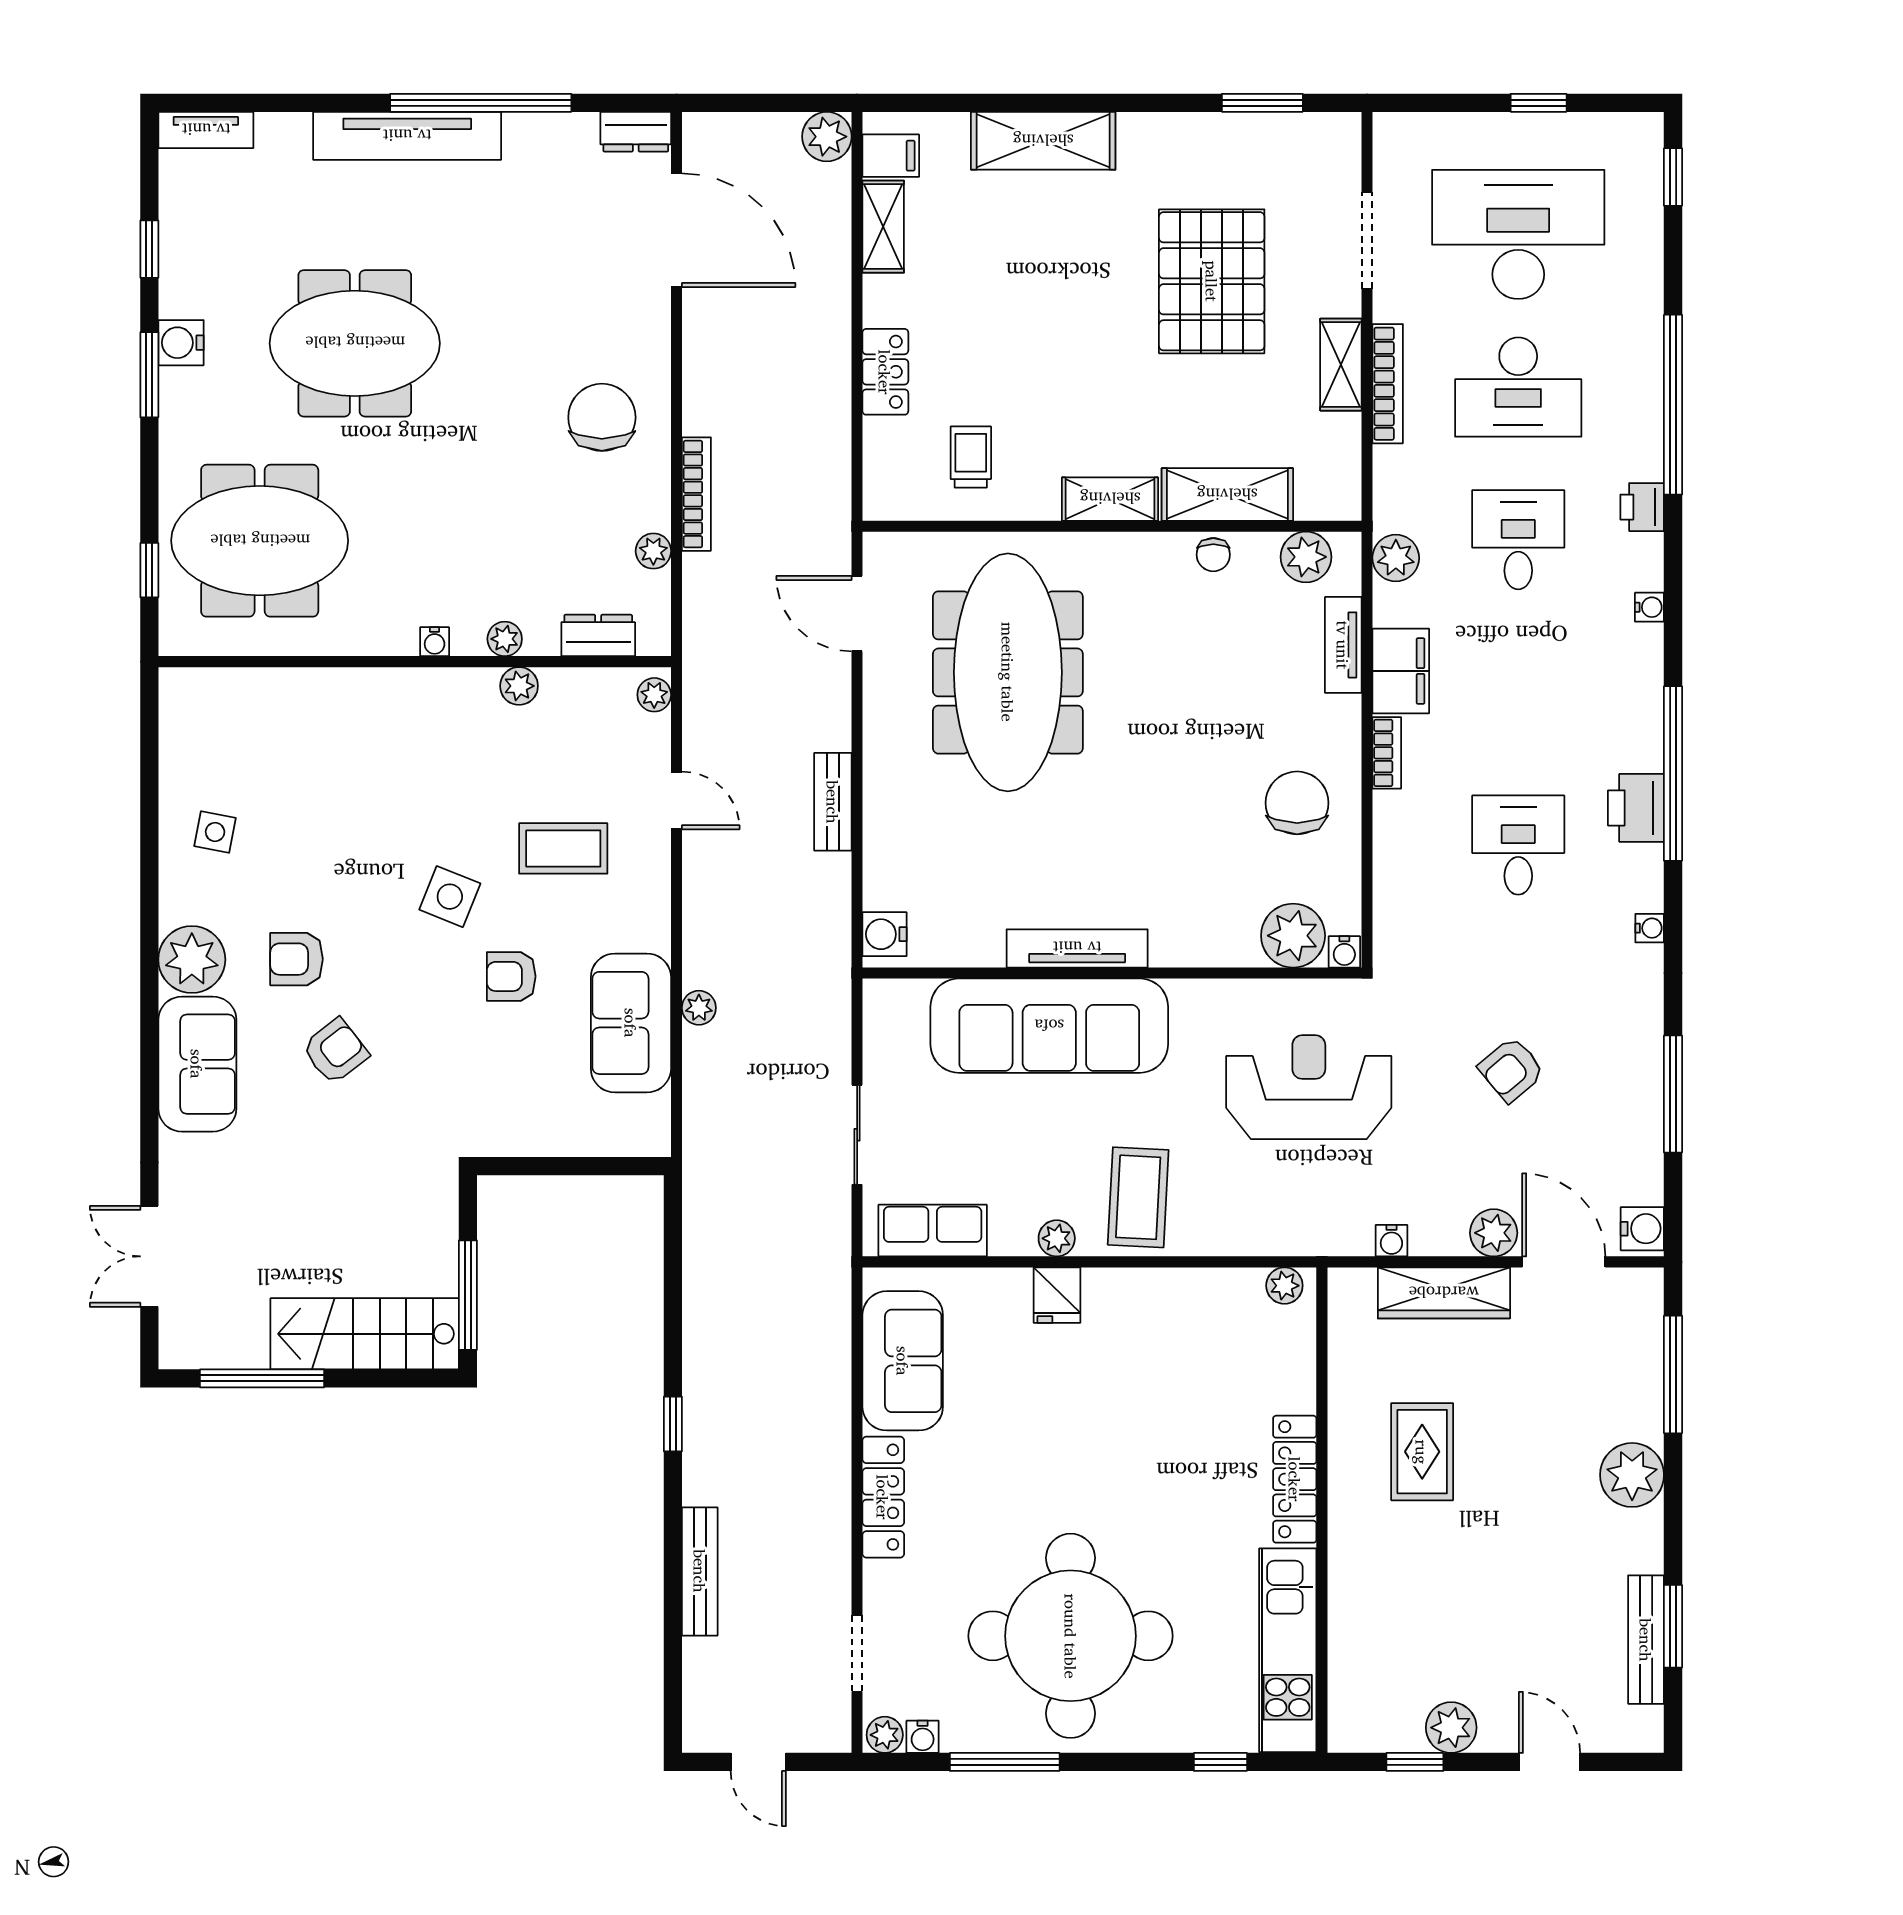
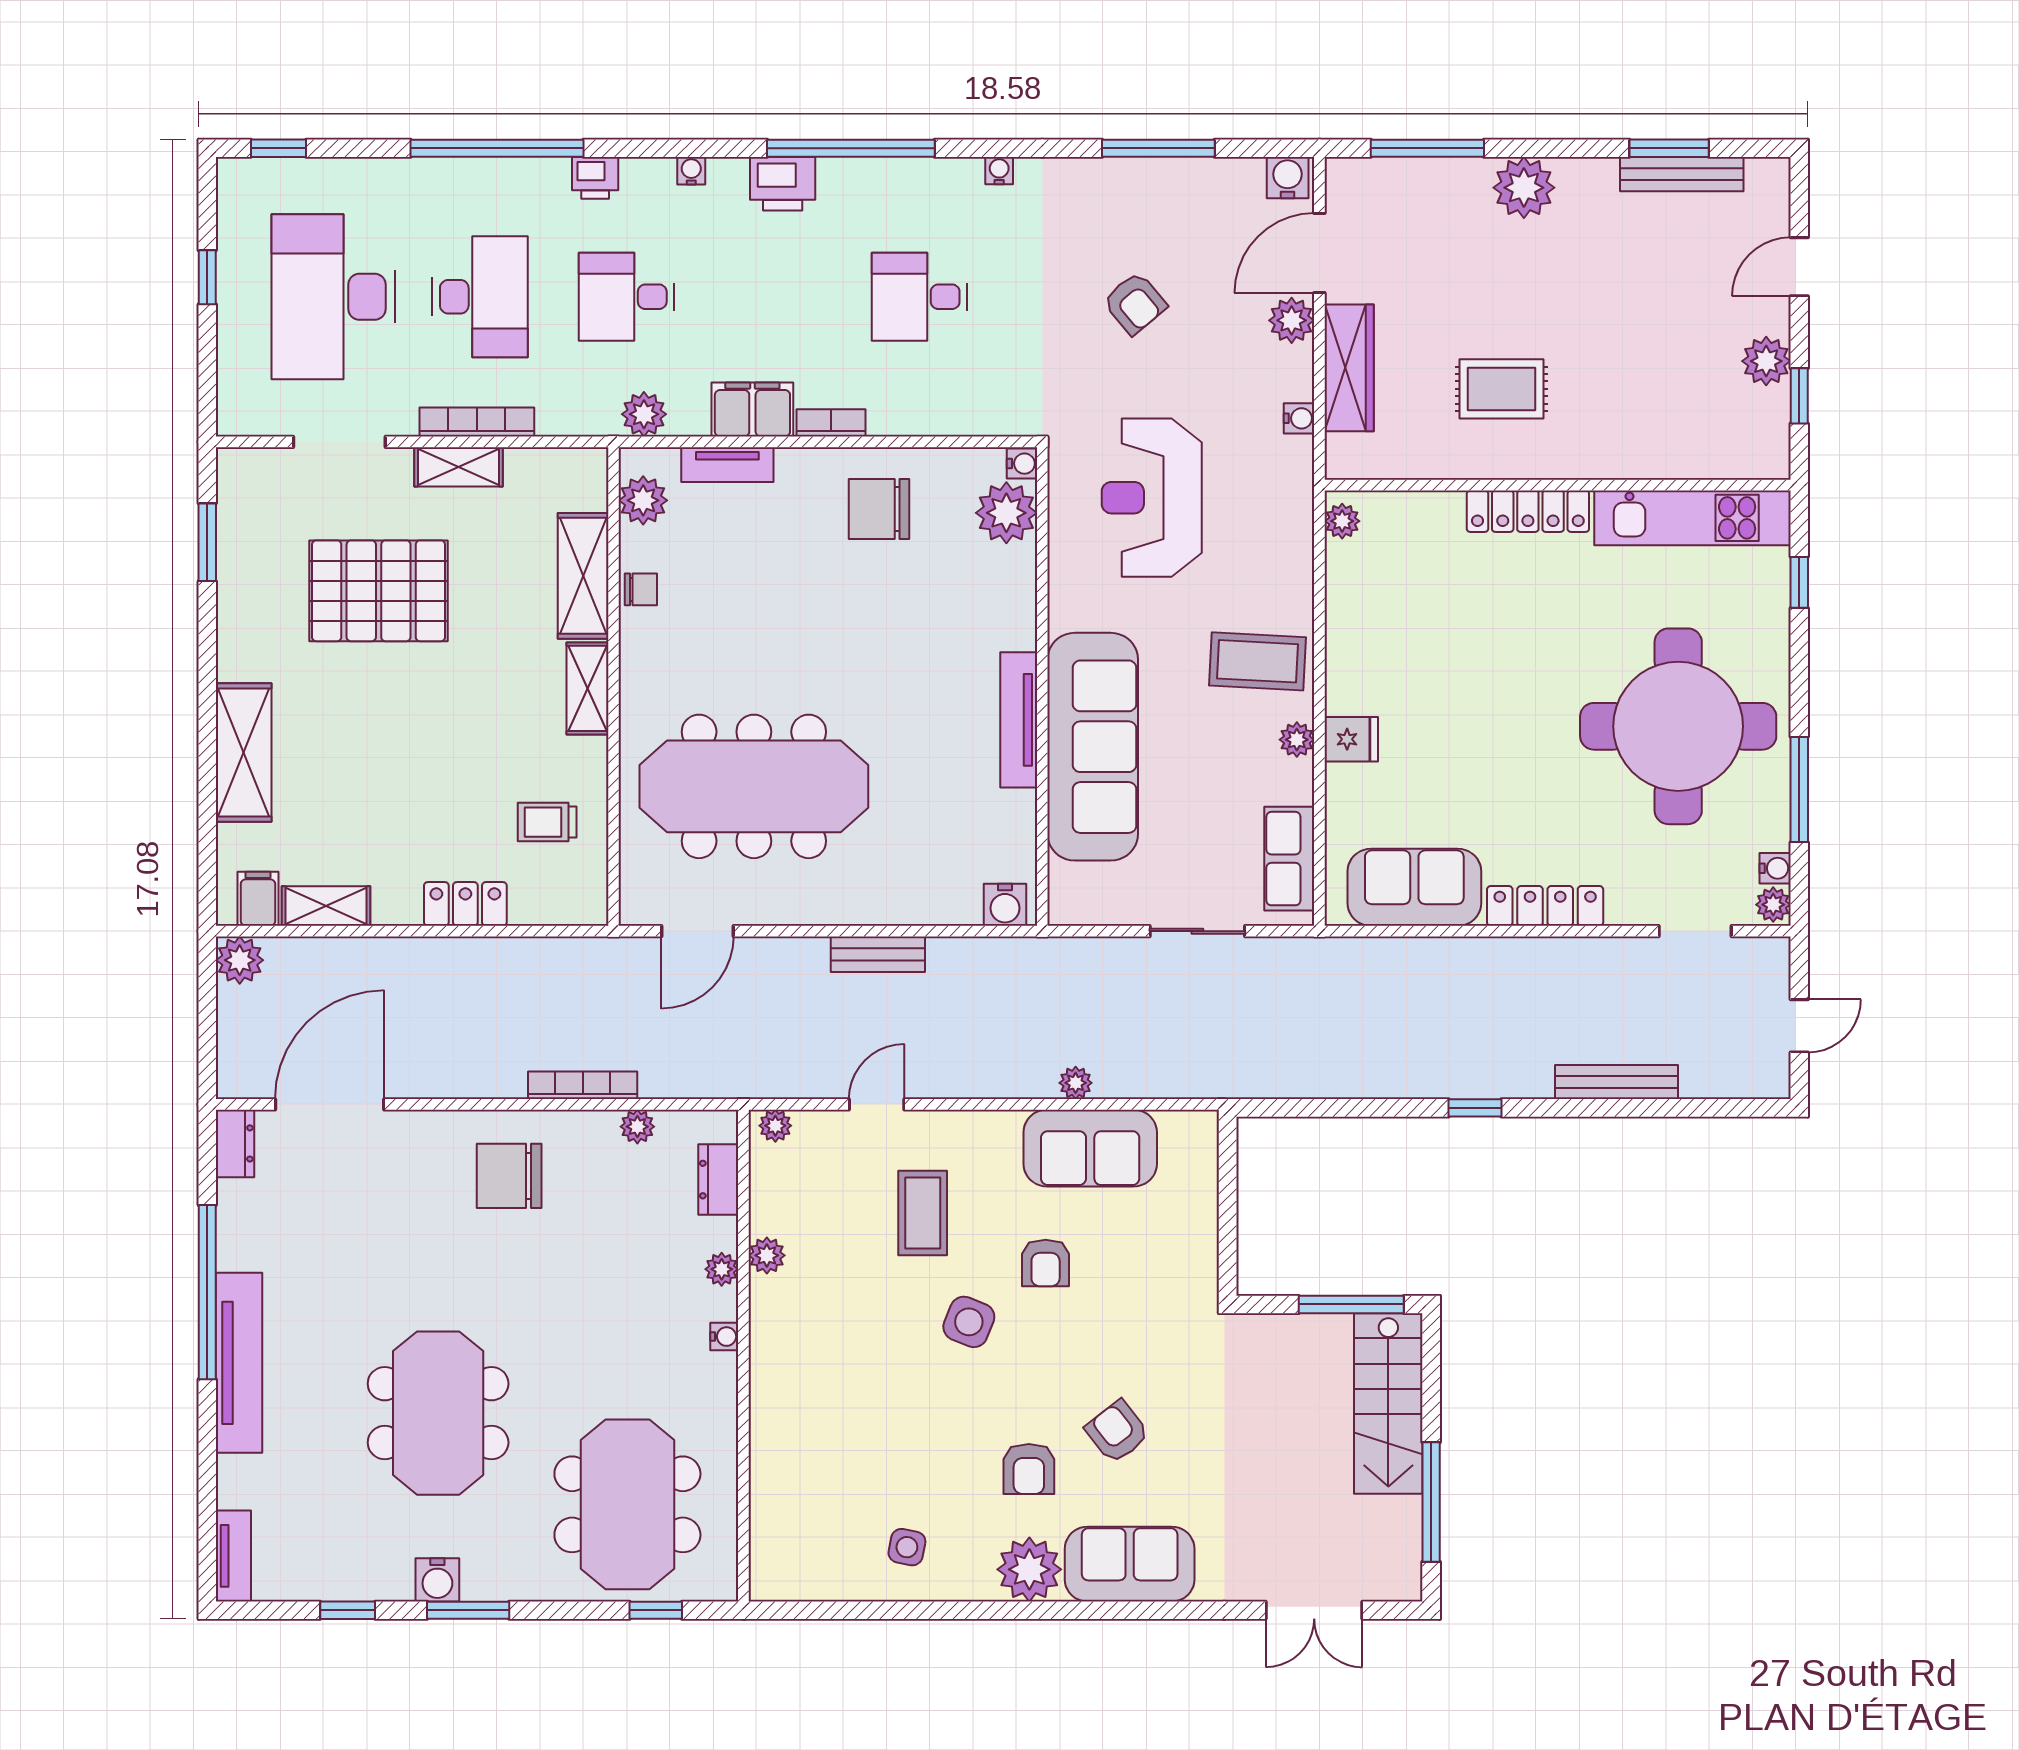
printer: (1636, 808) -> (783, 184), moved

